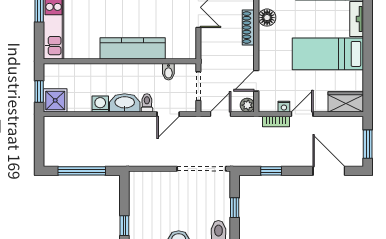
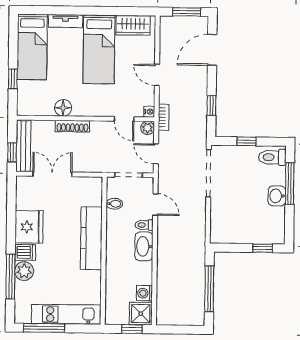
wardrobe: (346, 102) -> (133, 25), moved, turned -90
washing machine: (100, 104) -> (144, 293), moved
nightstand: (284, 107) -> (149, 112), moved
bookcase: (276, 122) -> (164, 117), moved

